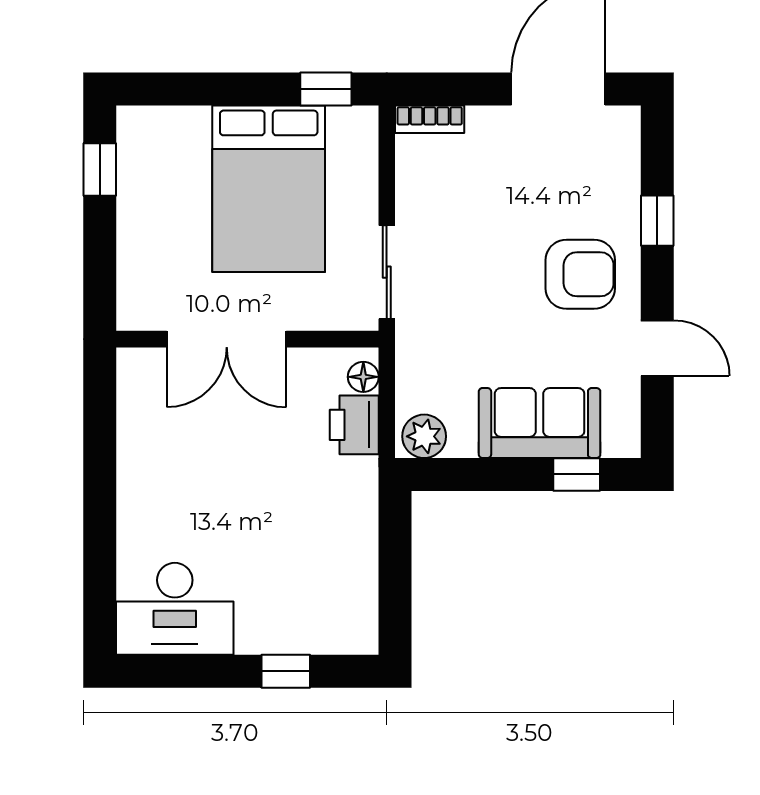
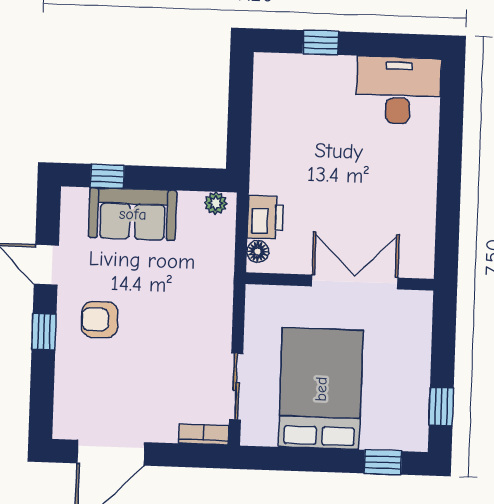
window: (326, 89) -> (383, 462), moved
window: (657, 221) -> (44, 332), moved
sliding door: (387, 272) -> (236, 387), moved
armchair: (580, 274) -> (100, 320), width x0.72, depth x0.72
plant: (424, 436) -> (216, 203), width x0.73, depth x0.73

